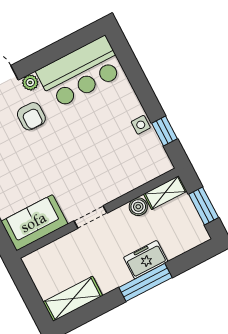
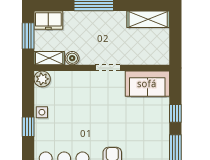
window: (165, 131) -> (28, 127), moved
plant: (161, 164) -> (42, 79), added
freezer: (146, 260) -> (48, 20), moved

